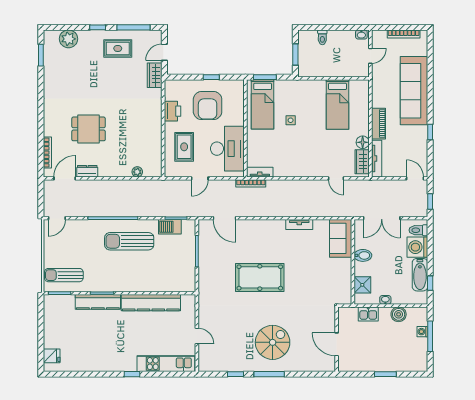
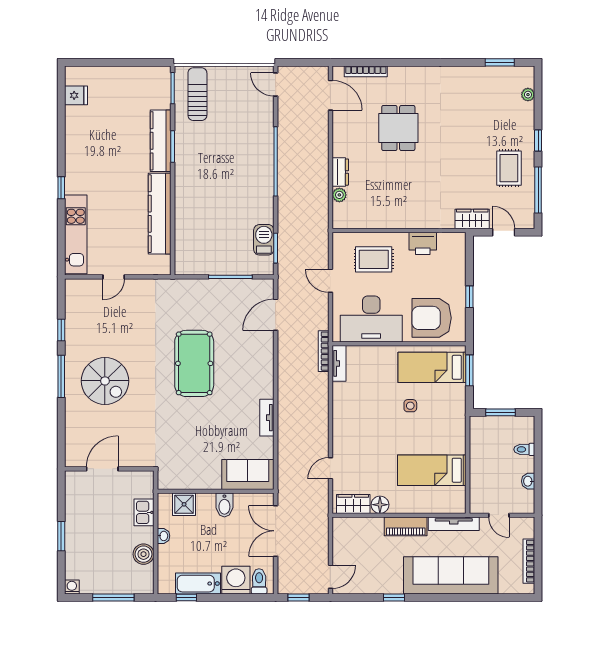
washbasin: (361, 34) -> (528, 481), moved
plant: (68, 39) -> (528, 95), width x0.53, depth x0.53
armchair: (208, 106) -> (432, 318), moved
tv unit: (377, 159) -> (454, 524), moved
dresser: (87, 171) -> (340, 172), moved
sun lounger: (129, 241) -> (244, 184), removed
washing machine: (422, 332) -> (72, 587), moved
fridge: (52, 356) -> (76, 95), moved, turned -90

